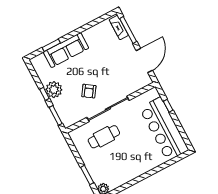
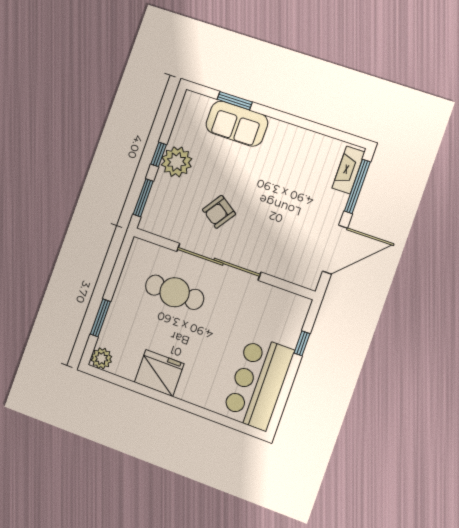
sofa: (66, 50) -> (237, 124), width x0.73
bar counter: (164, 129) -> (258, 383), width x0.73
fridge: (130, 171) -> (159, 373), added

